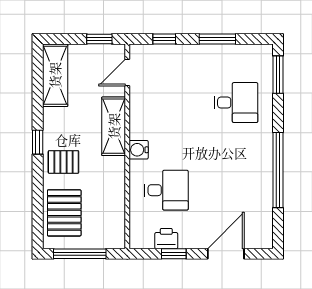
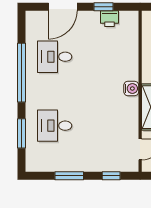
window: (278, 75) -> (22, 133), moved
desk: (166, 190) -> (55, 57), moved

